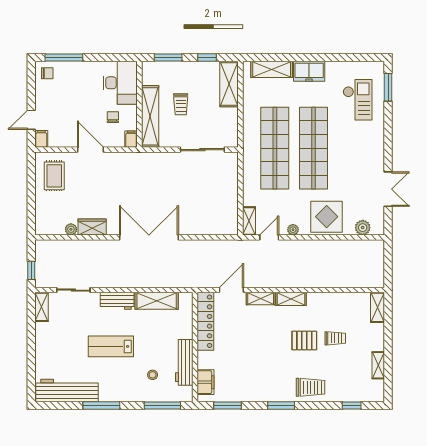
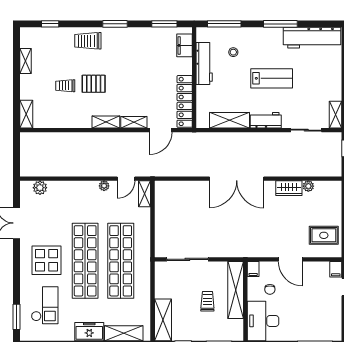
chair: (47, 73) -> (330, 330), removed
checkout: (358, 100) -> (45, 305), turned 180
rug: (54, 176) -> (324, 235), turned 90
display table: (327, 217) -> (47, 260), moved

